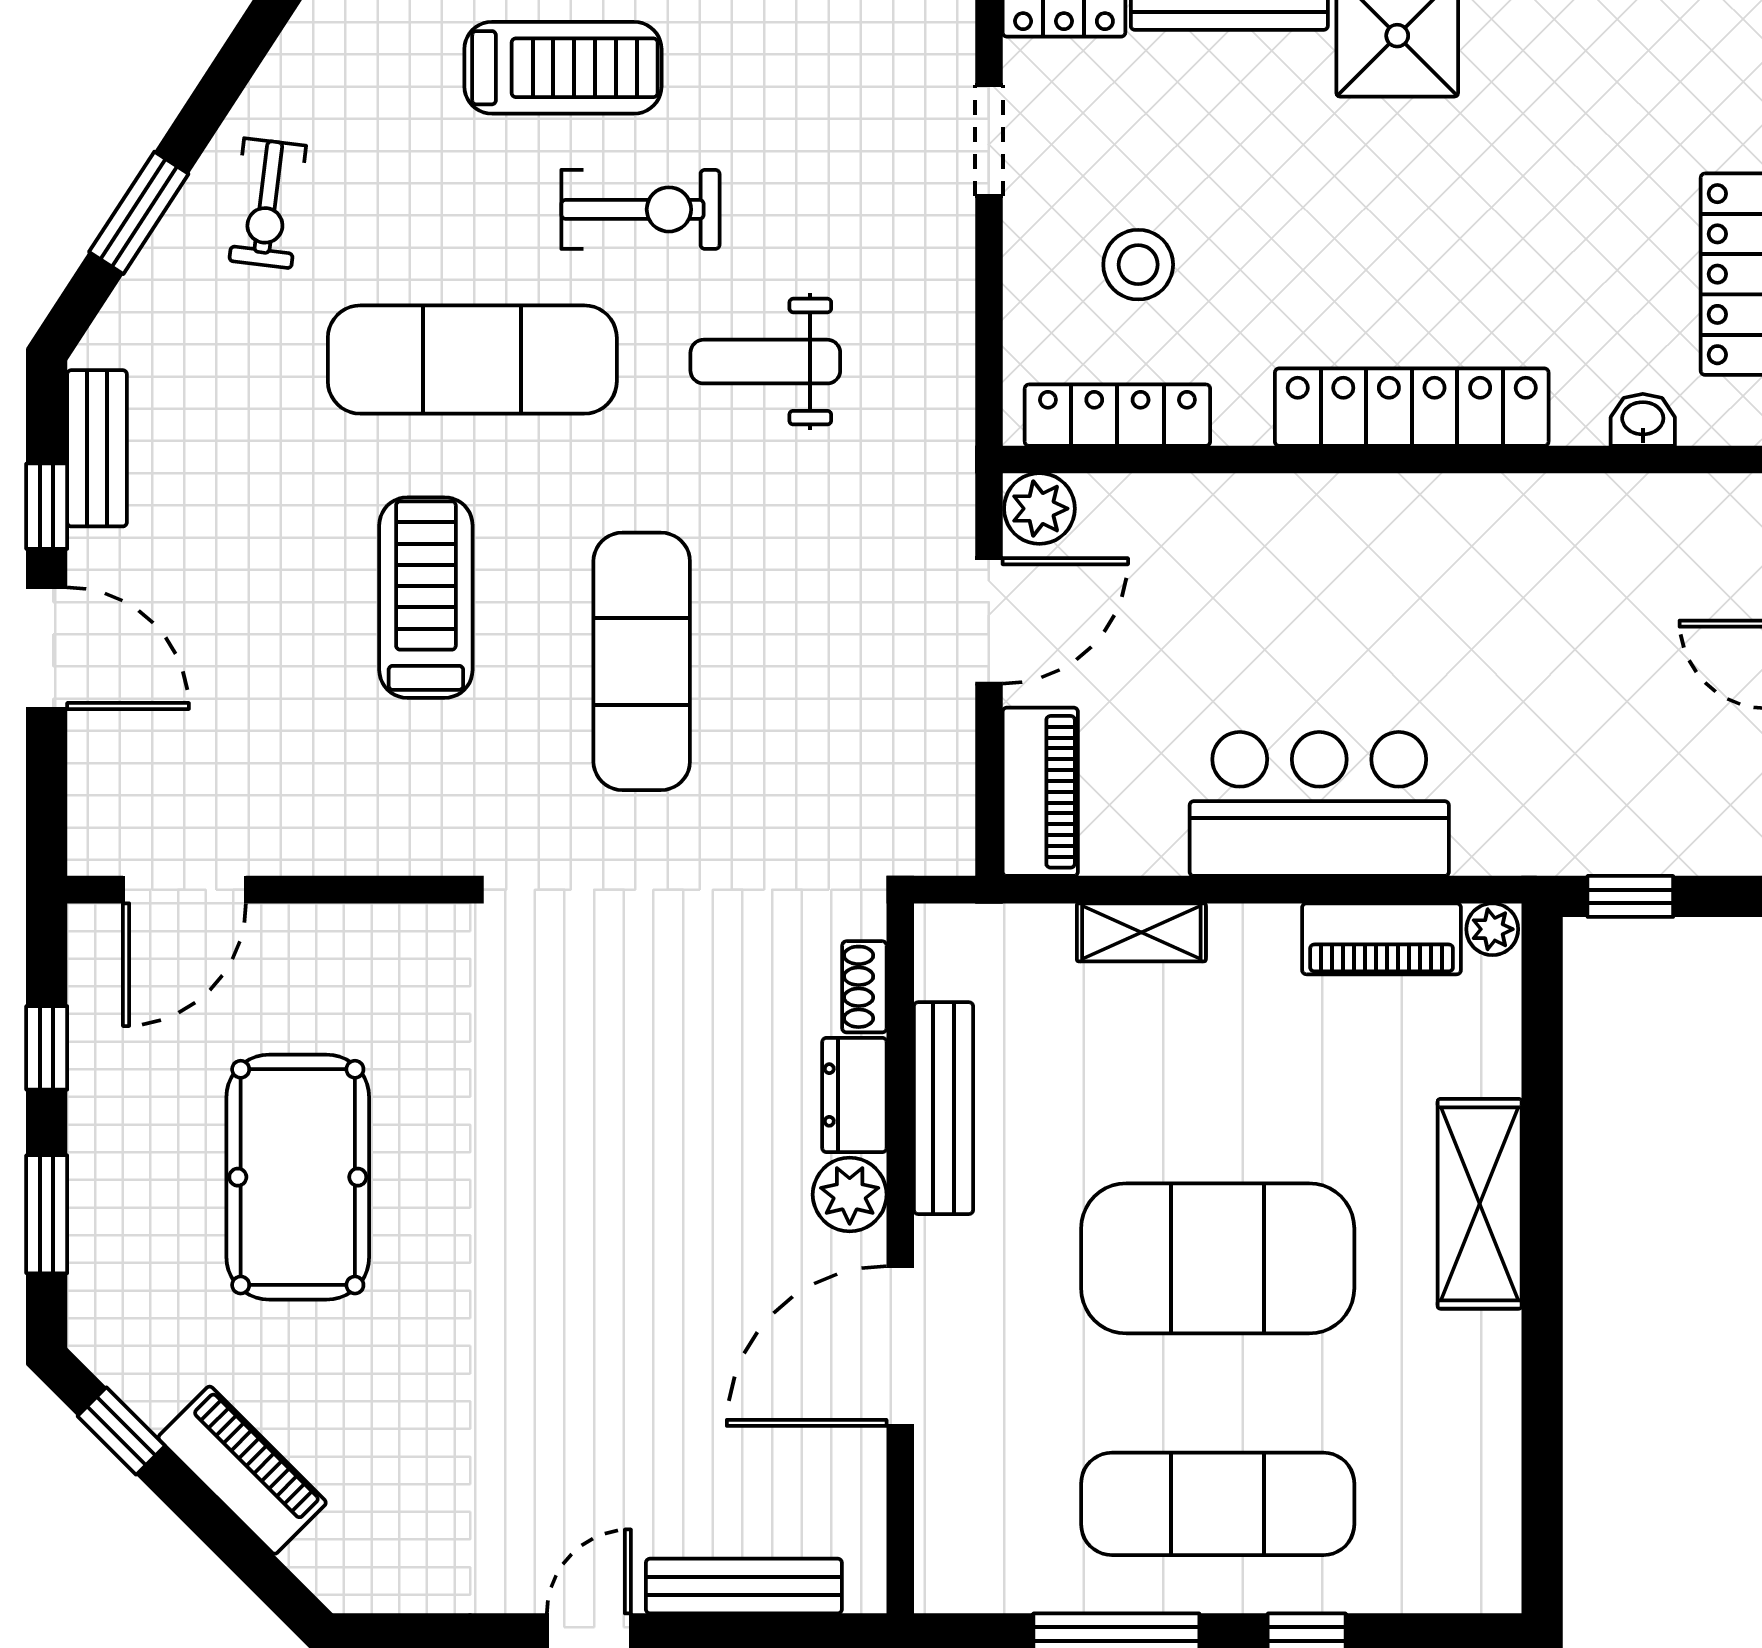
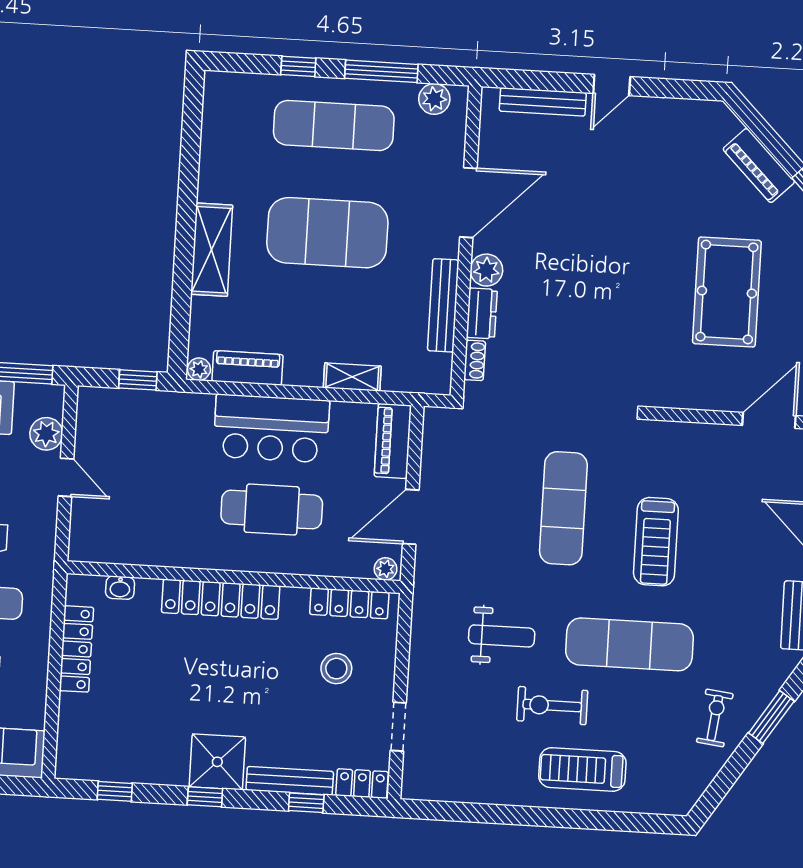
plant: (1039, 509) -> (386, 569), width x0.73, depth x0.73
cafe table: (1307, 619) -> (272, 510), added
plant: (992, 1578) -> (434, 99), added

